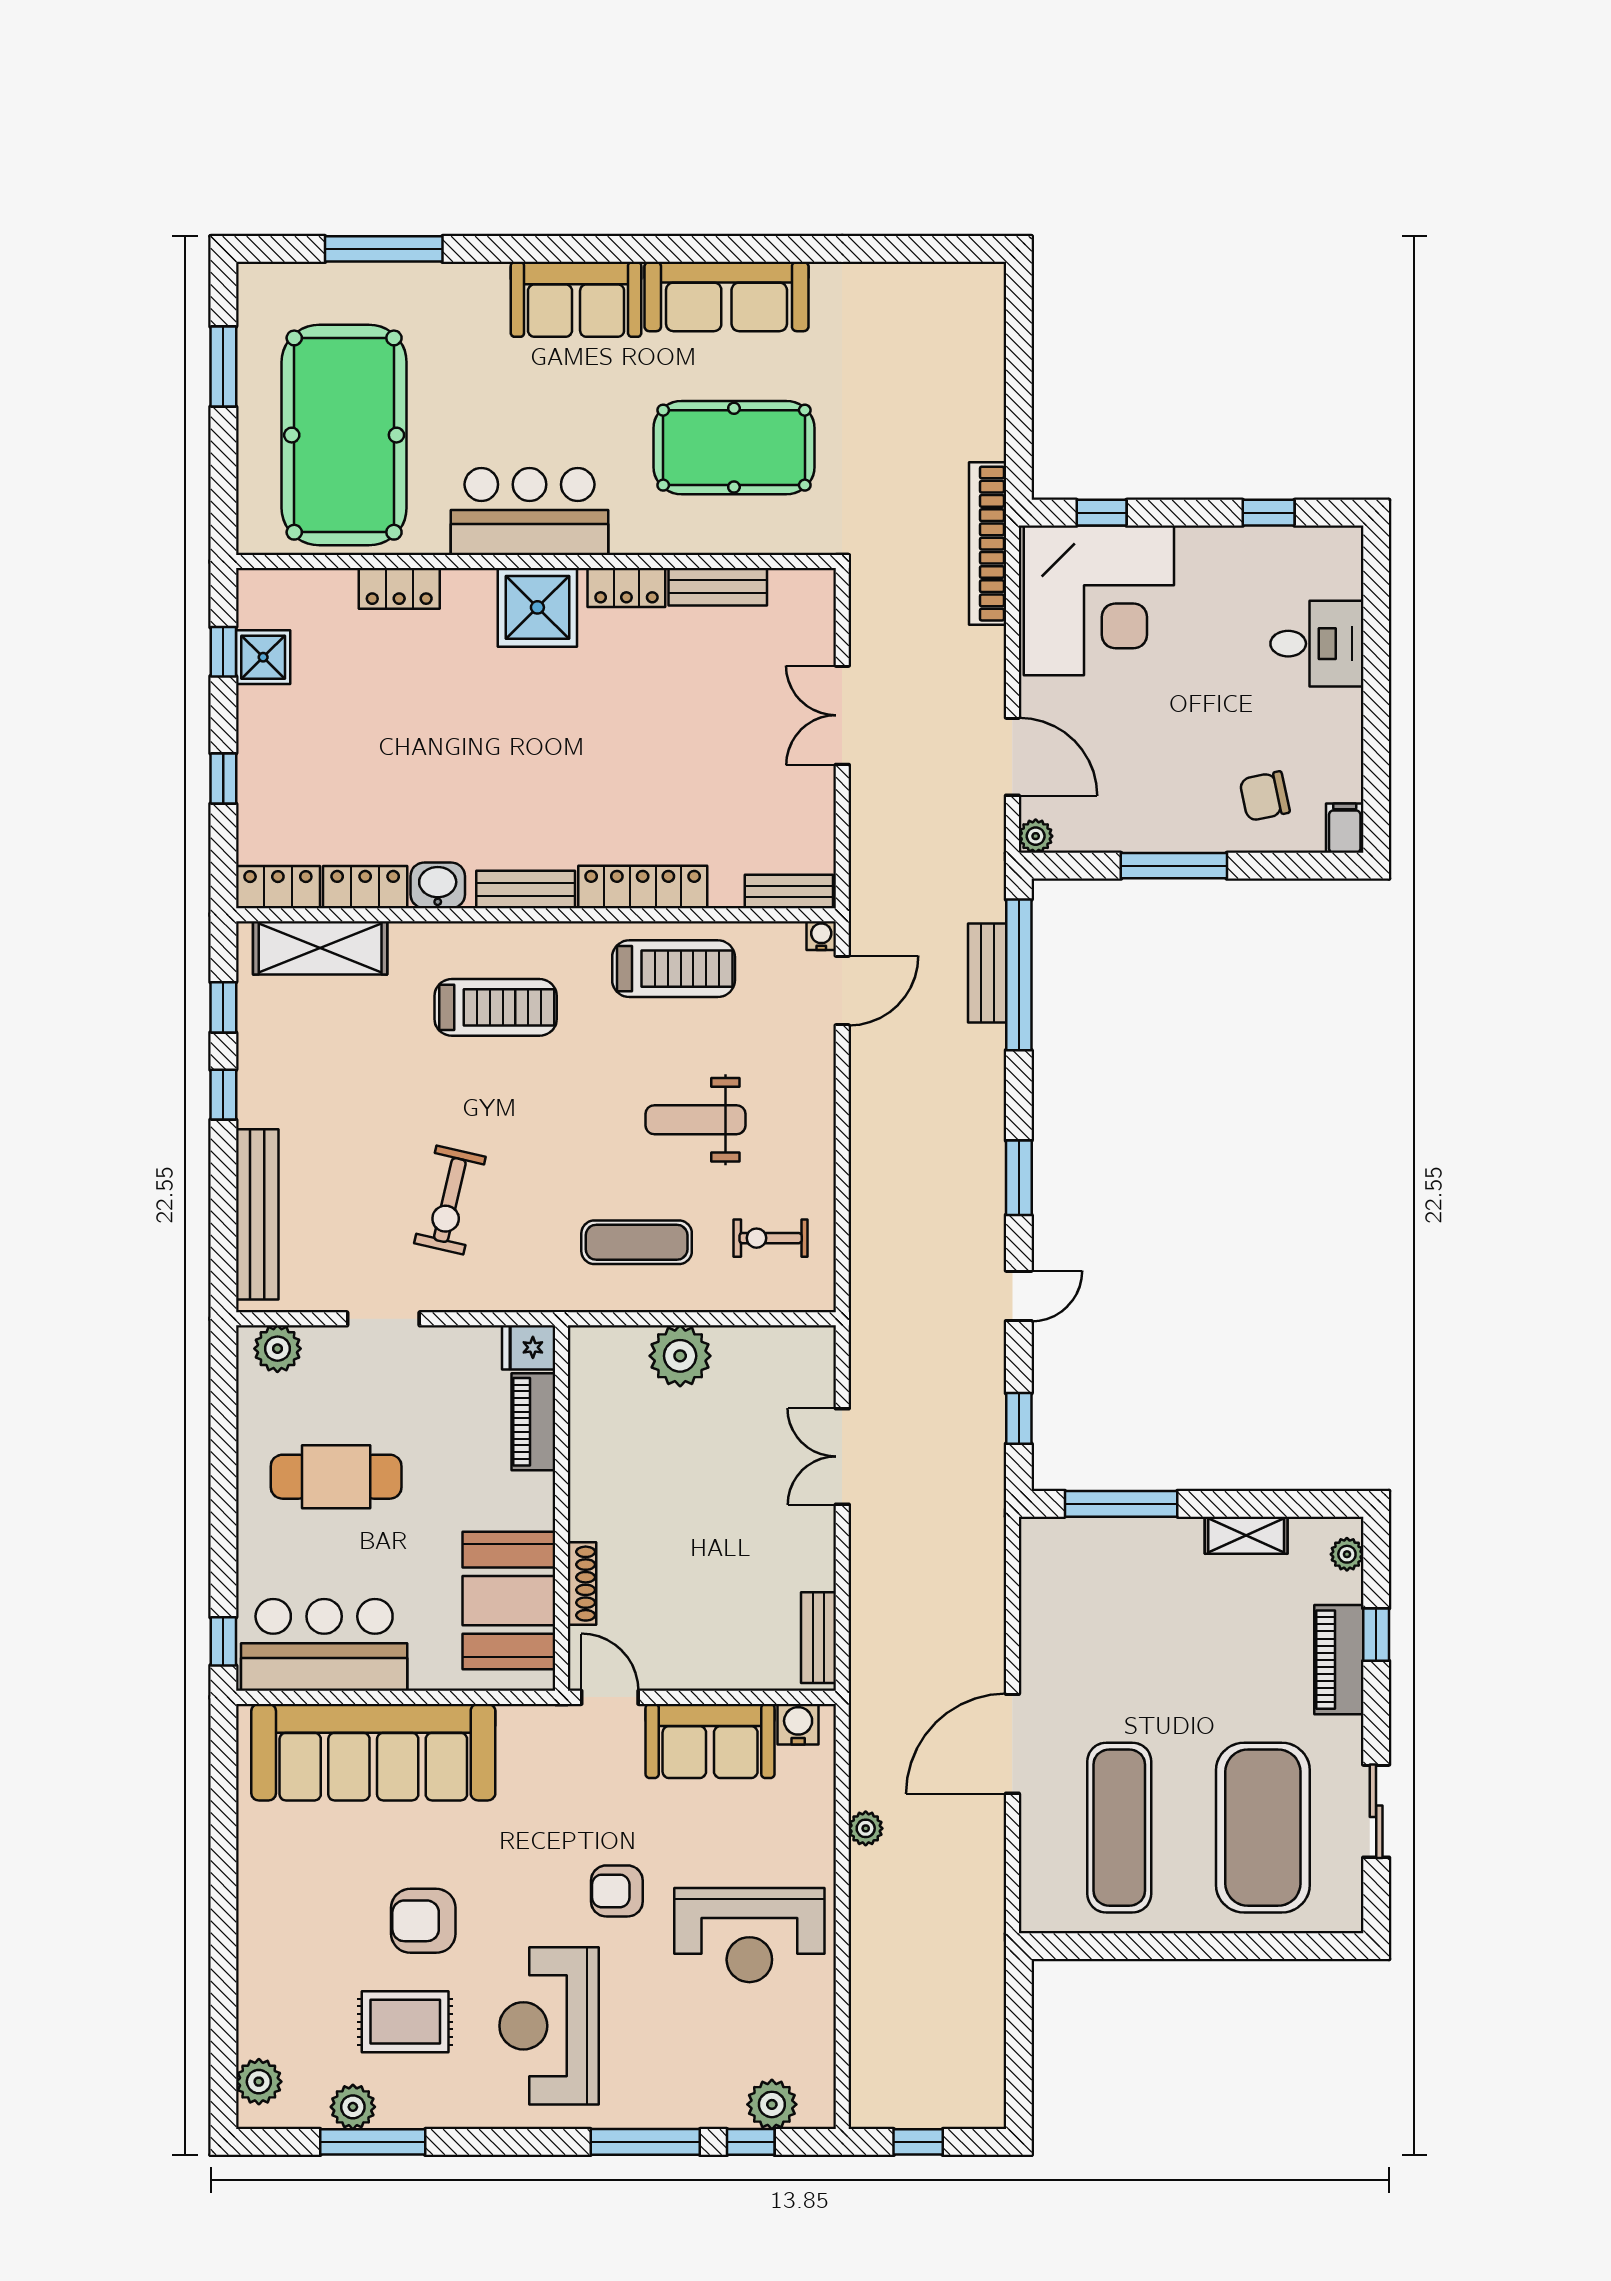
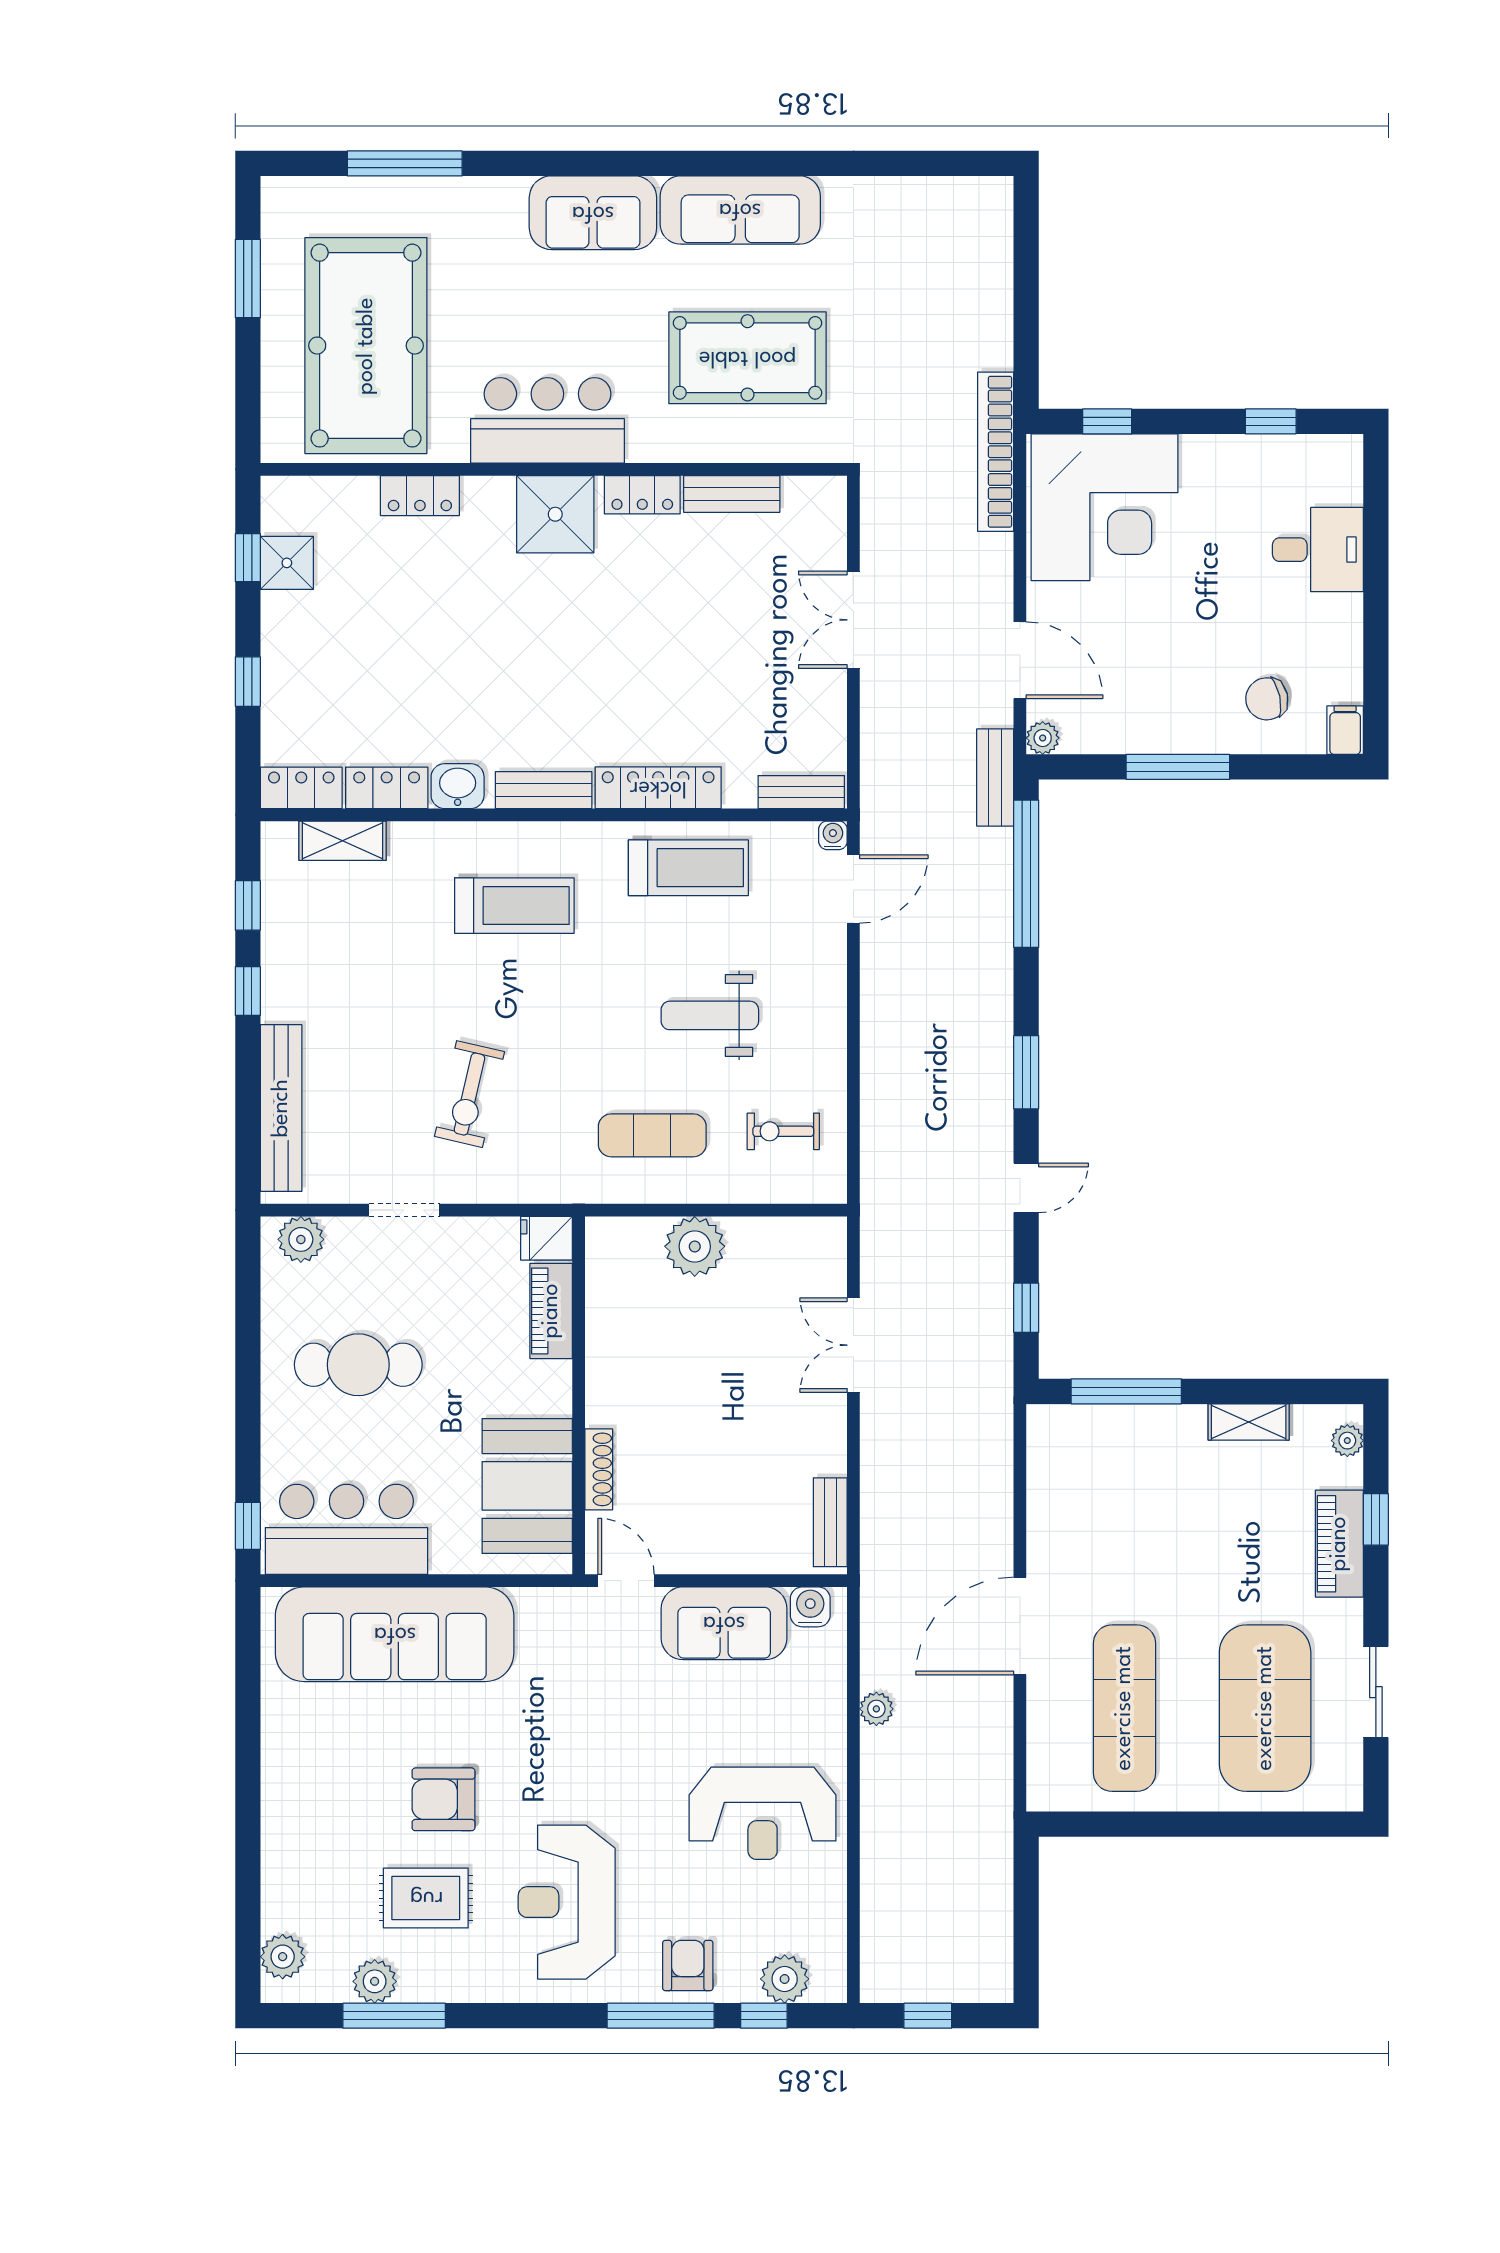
shelving: (320, 948) -> (343, 841), width x0.67, depth x0.75
bench: (987, 973) -> (995, 777), moved
armchair: (617, 1891) -> (688, 1966), moved, turned 90

